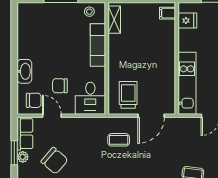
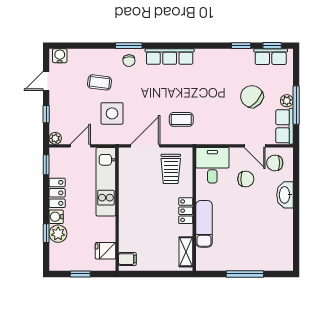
stool: (89, 12) -> (213, 261), removed
locker: (114, 57) -> (186, 211), added
side table: (182, 145) -> (112, 113), added
window: (14, 153) -> (296, 105), width x1.44

